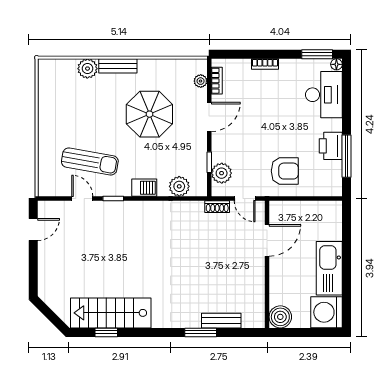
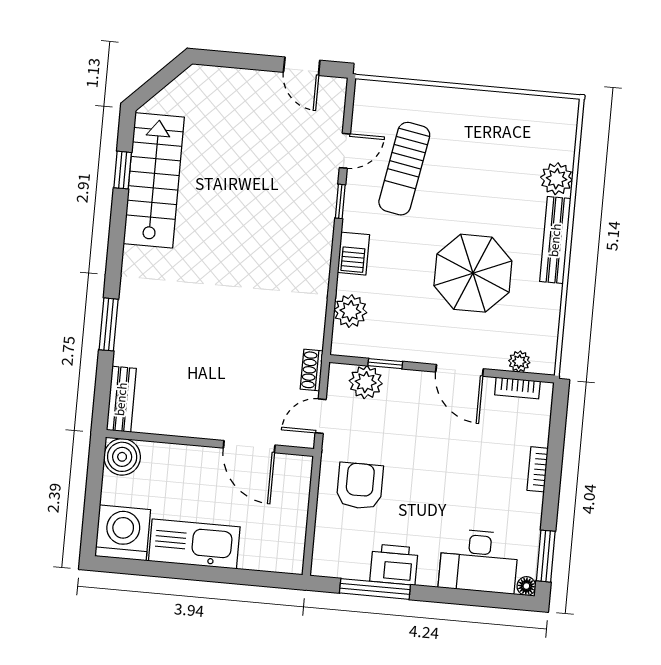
bench: (118, 66) -> (555, 240), width x1.36
armchair: (285, 171) -> (360, 486), turned 180
bench: (221, 321) -> (121, 399), moved

